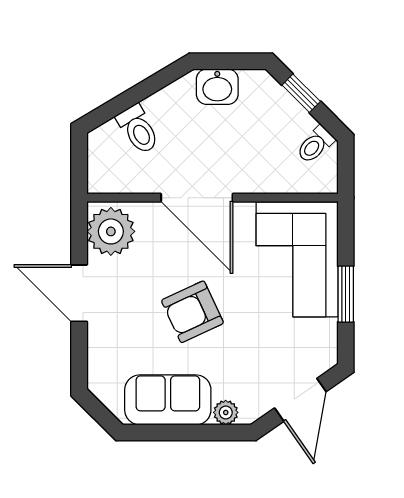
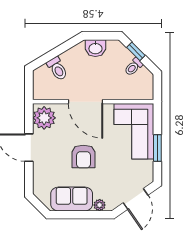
toilet: (315, 145) -> (133, 67), moved
armchair: (192, 312) -> (83, 157), turned -65

